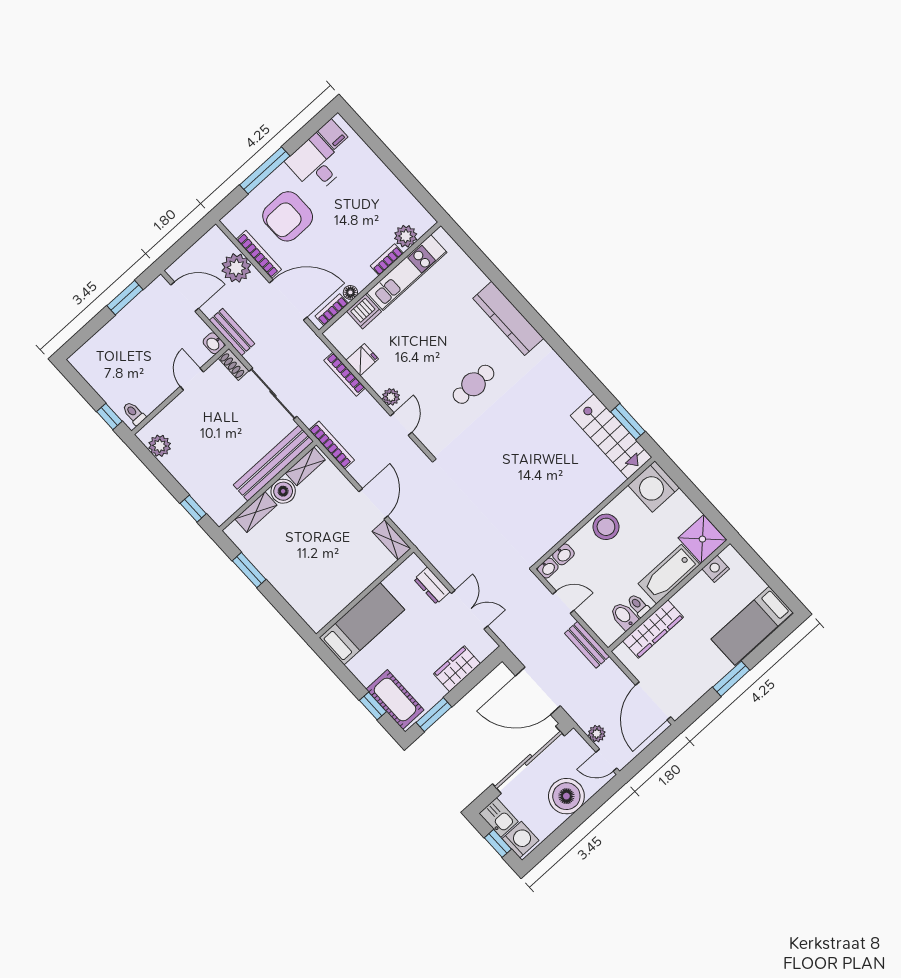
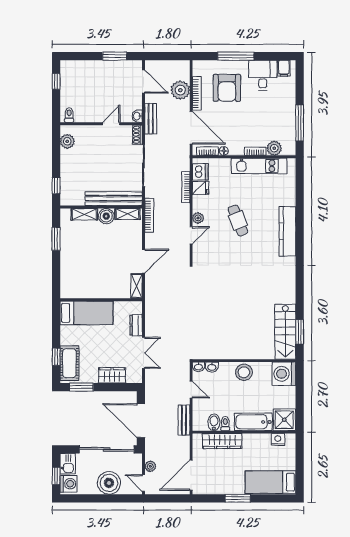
window: (408, 180) -> (300, 123), added
armchair: (288, 216) -> (227, 88), turned -90
dishwasher: (364, 311) -> (200, 172), moved, turned -90
cafe table: (473, 384) -> (238, 220), moved, turned 69
window: (109, 416) -> (56, 81), moved

